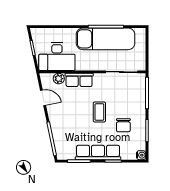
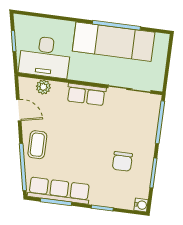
row of seats: (79, 80) -> (86, 94), moved
coffee table: (99, 112) -> (37, 145), moved
row of seats: (98, 152) -> (59, 191), moved

